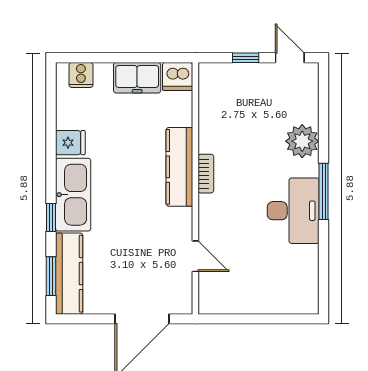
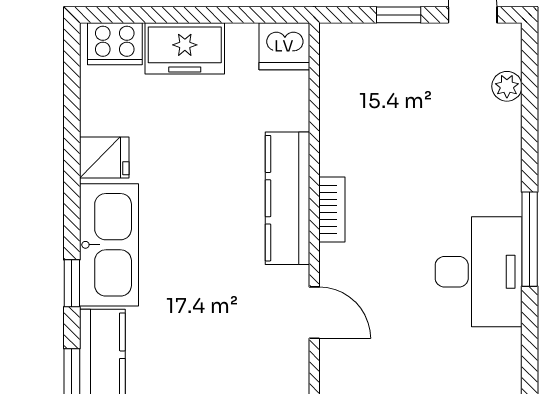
cooker: (81, 75) -> (115, 44), width x1.36
freezer: (137, 78) -> (185, 48), moved
plant: (302, 141) -> (507, 86), moved, width x0.53, depth x0.53
door: (195, 256) -> (314, 313), moved

